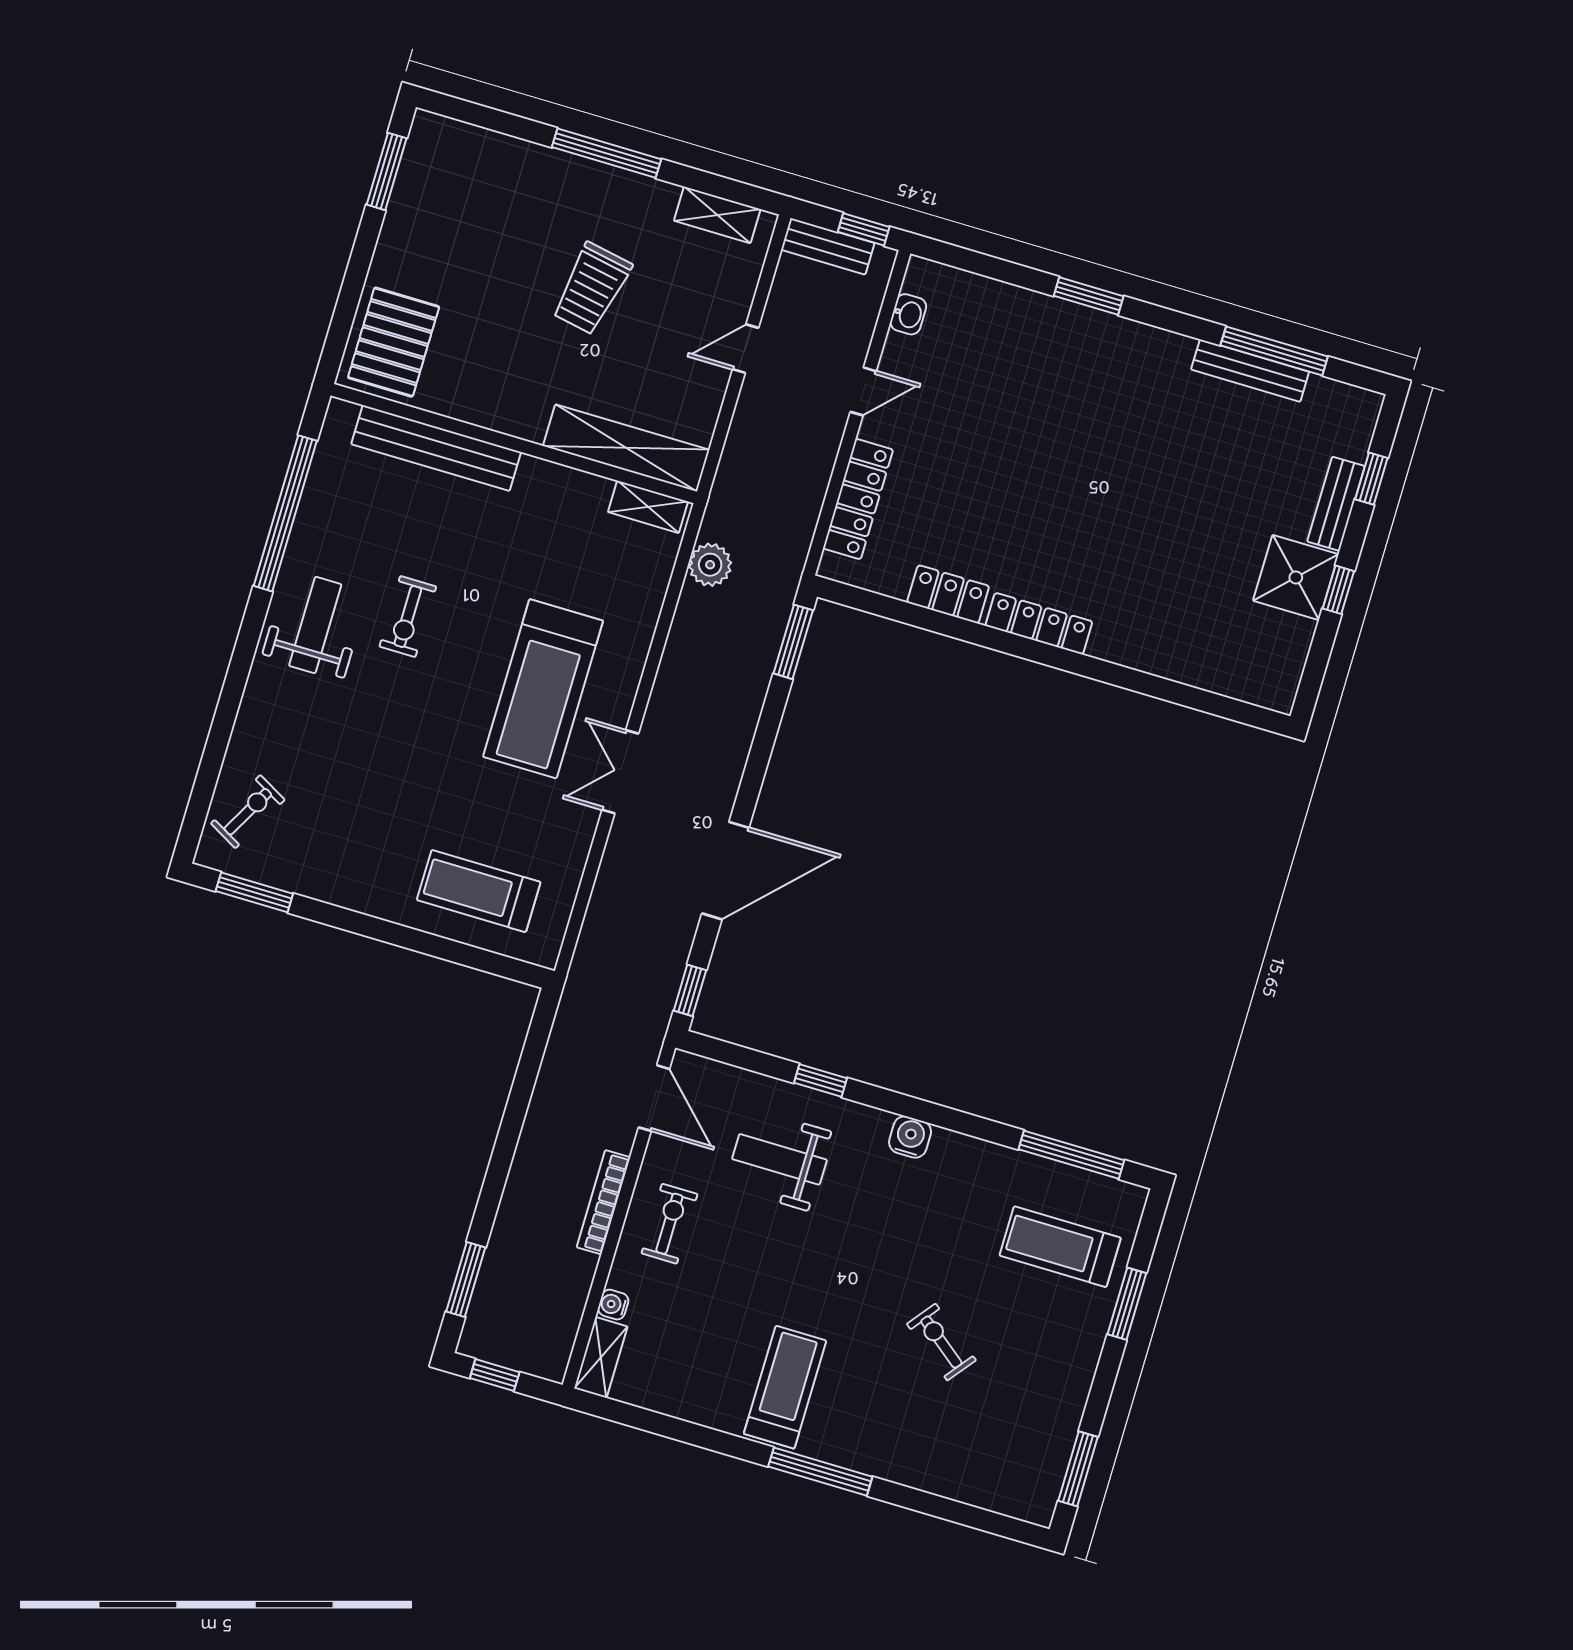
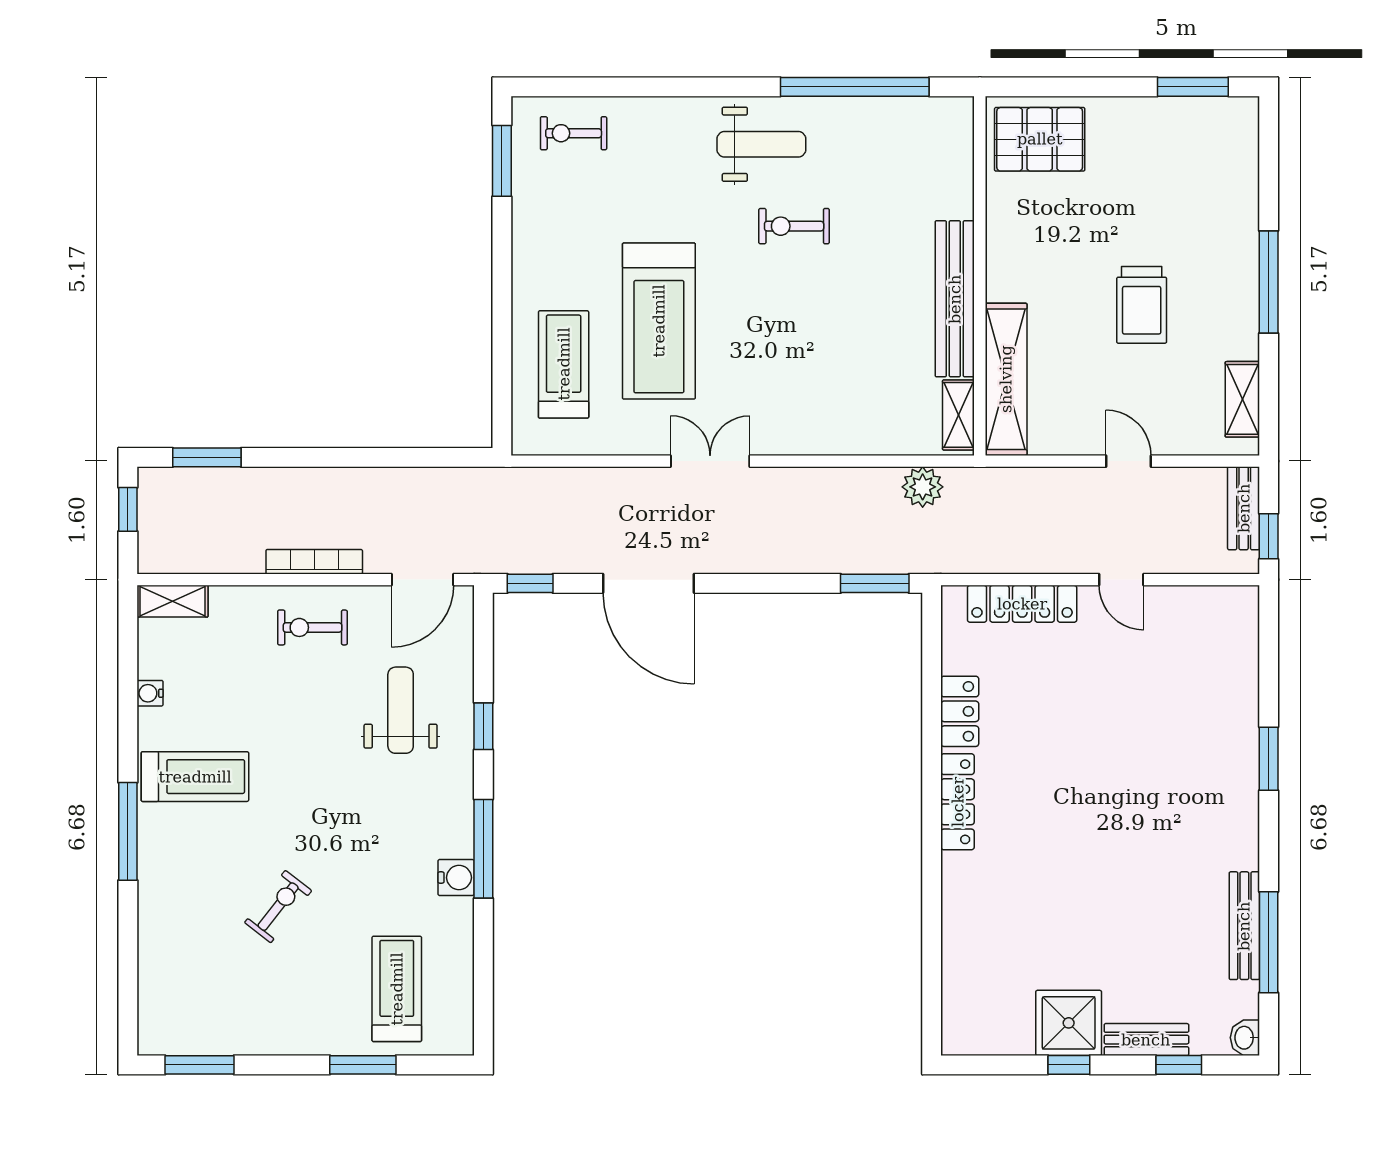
trolley: (592, 289) -> (1142, 305), turned -101
washbasin: (908, 314) -> (1245, 1038), moved, turned 90
bench: (436, 448) -> (955, 299), moved
treadmill: (543, 689) -> (659, 321), moved, turned -90
exercise bike: (248, 812) -> (574, 133), turned 151
water cooler: (910, 1137) -> (456, 878), moved
window: (1071, 1155) -> (483, 849), moved
exercise bike: (669, 1224) -> (312, 627), turned 180
water cooler: (613, 1305) -> (150, 693), moved, turned -90

